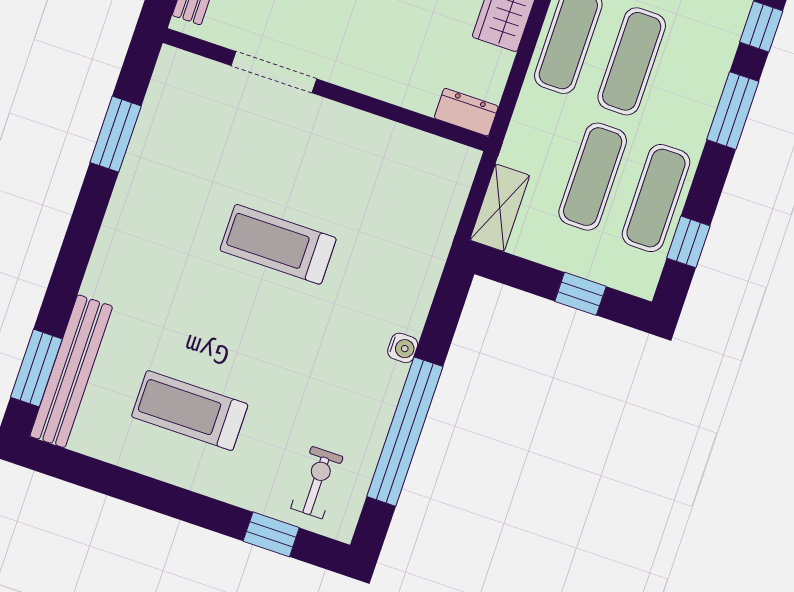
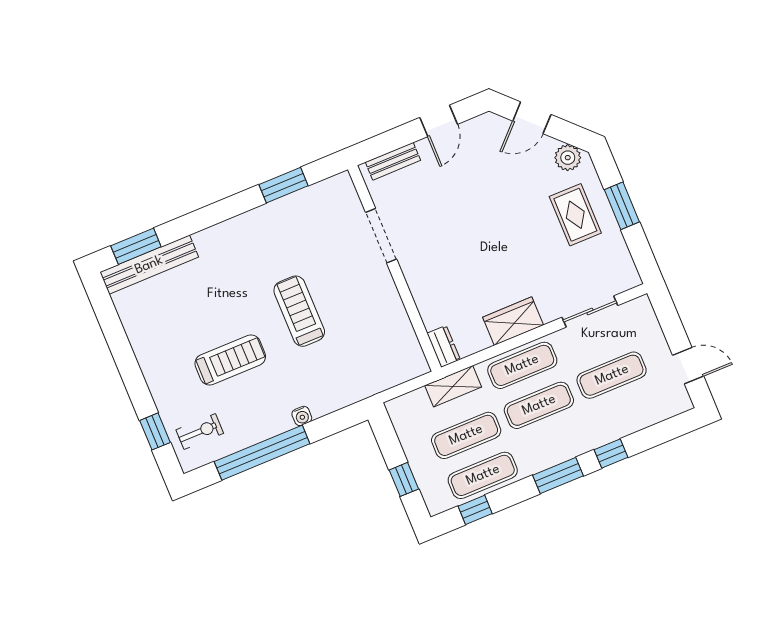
shelving: (500, 208) -> (453, 386), moved
treadmill: (190, 410) -> (230, 360), moved, turned 90

